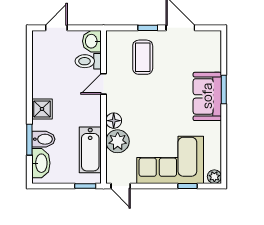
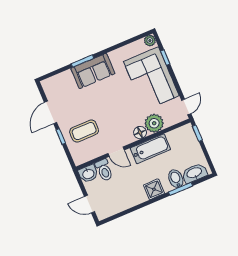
bathtub: (90, 150) -> (150, 149), moved

